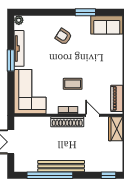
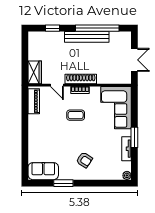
tv unit: (19, 48) -> (127, 149), width x0.71
window: (109, 175) -> (53, 28), moved

